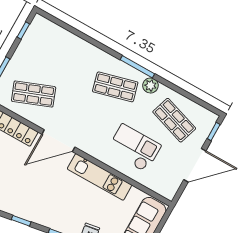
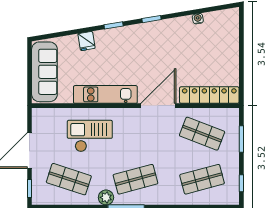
shop shelf: (56, 54) -> (202, 179), added
shop shelf: (34, 94) -> (202, 134), turned 42
checkout: (134, 148) -> (90, 136), turned 180

